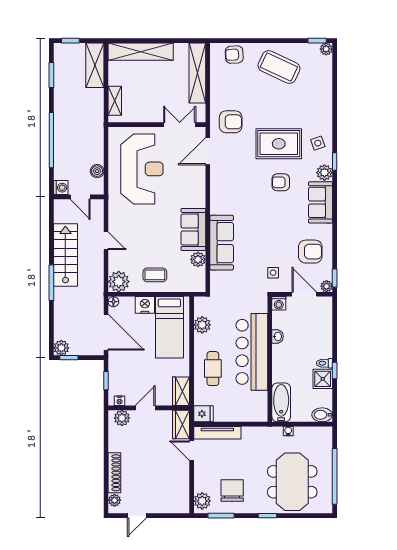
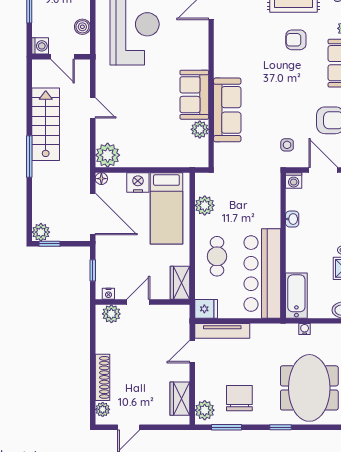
coffee table: (155, 275) -> (150, 147), removed
bar counter: (252, 352) -> (262, 274), moved
wardrobe: (181, 424) -> (180, 399), moved
door: (192, 451) -> (192, 352), hinge flipped

